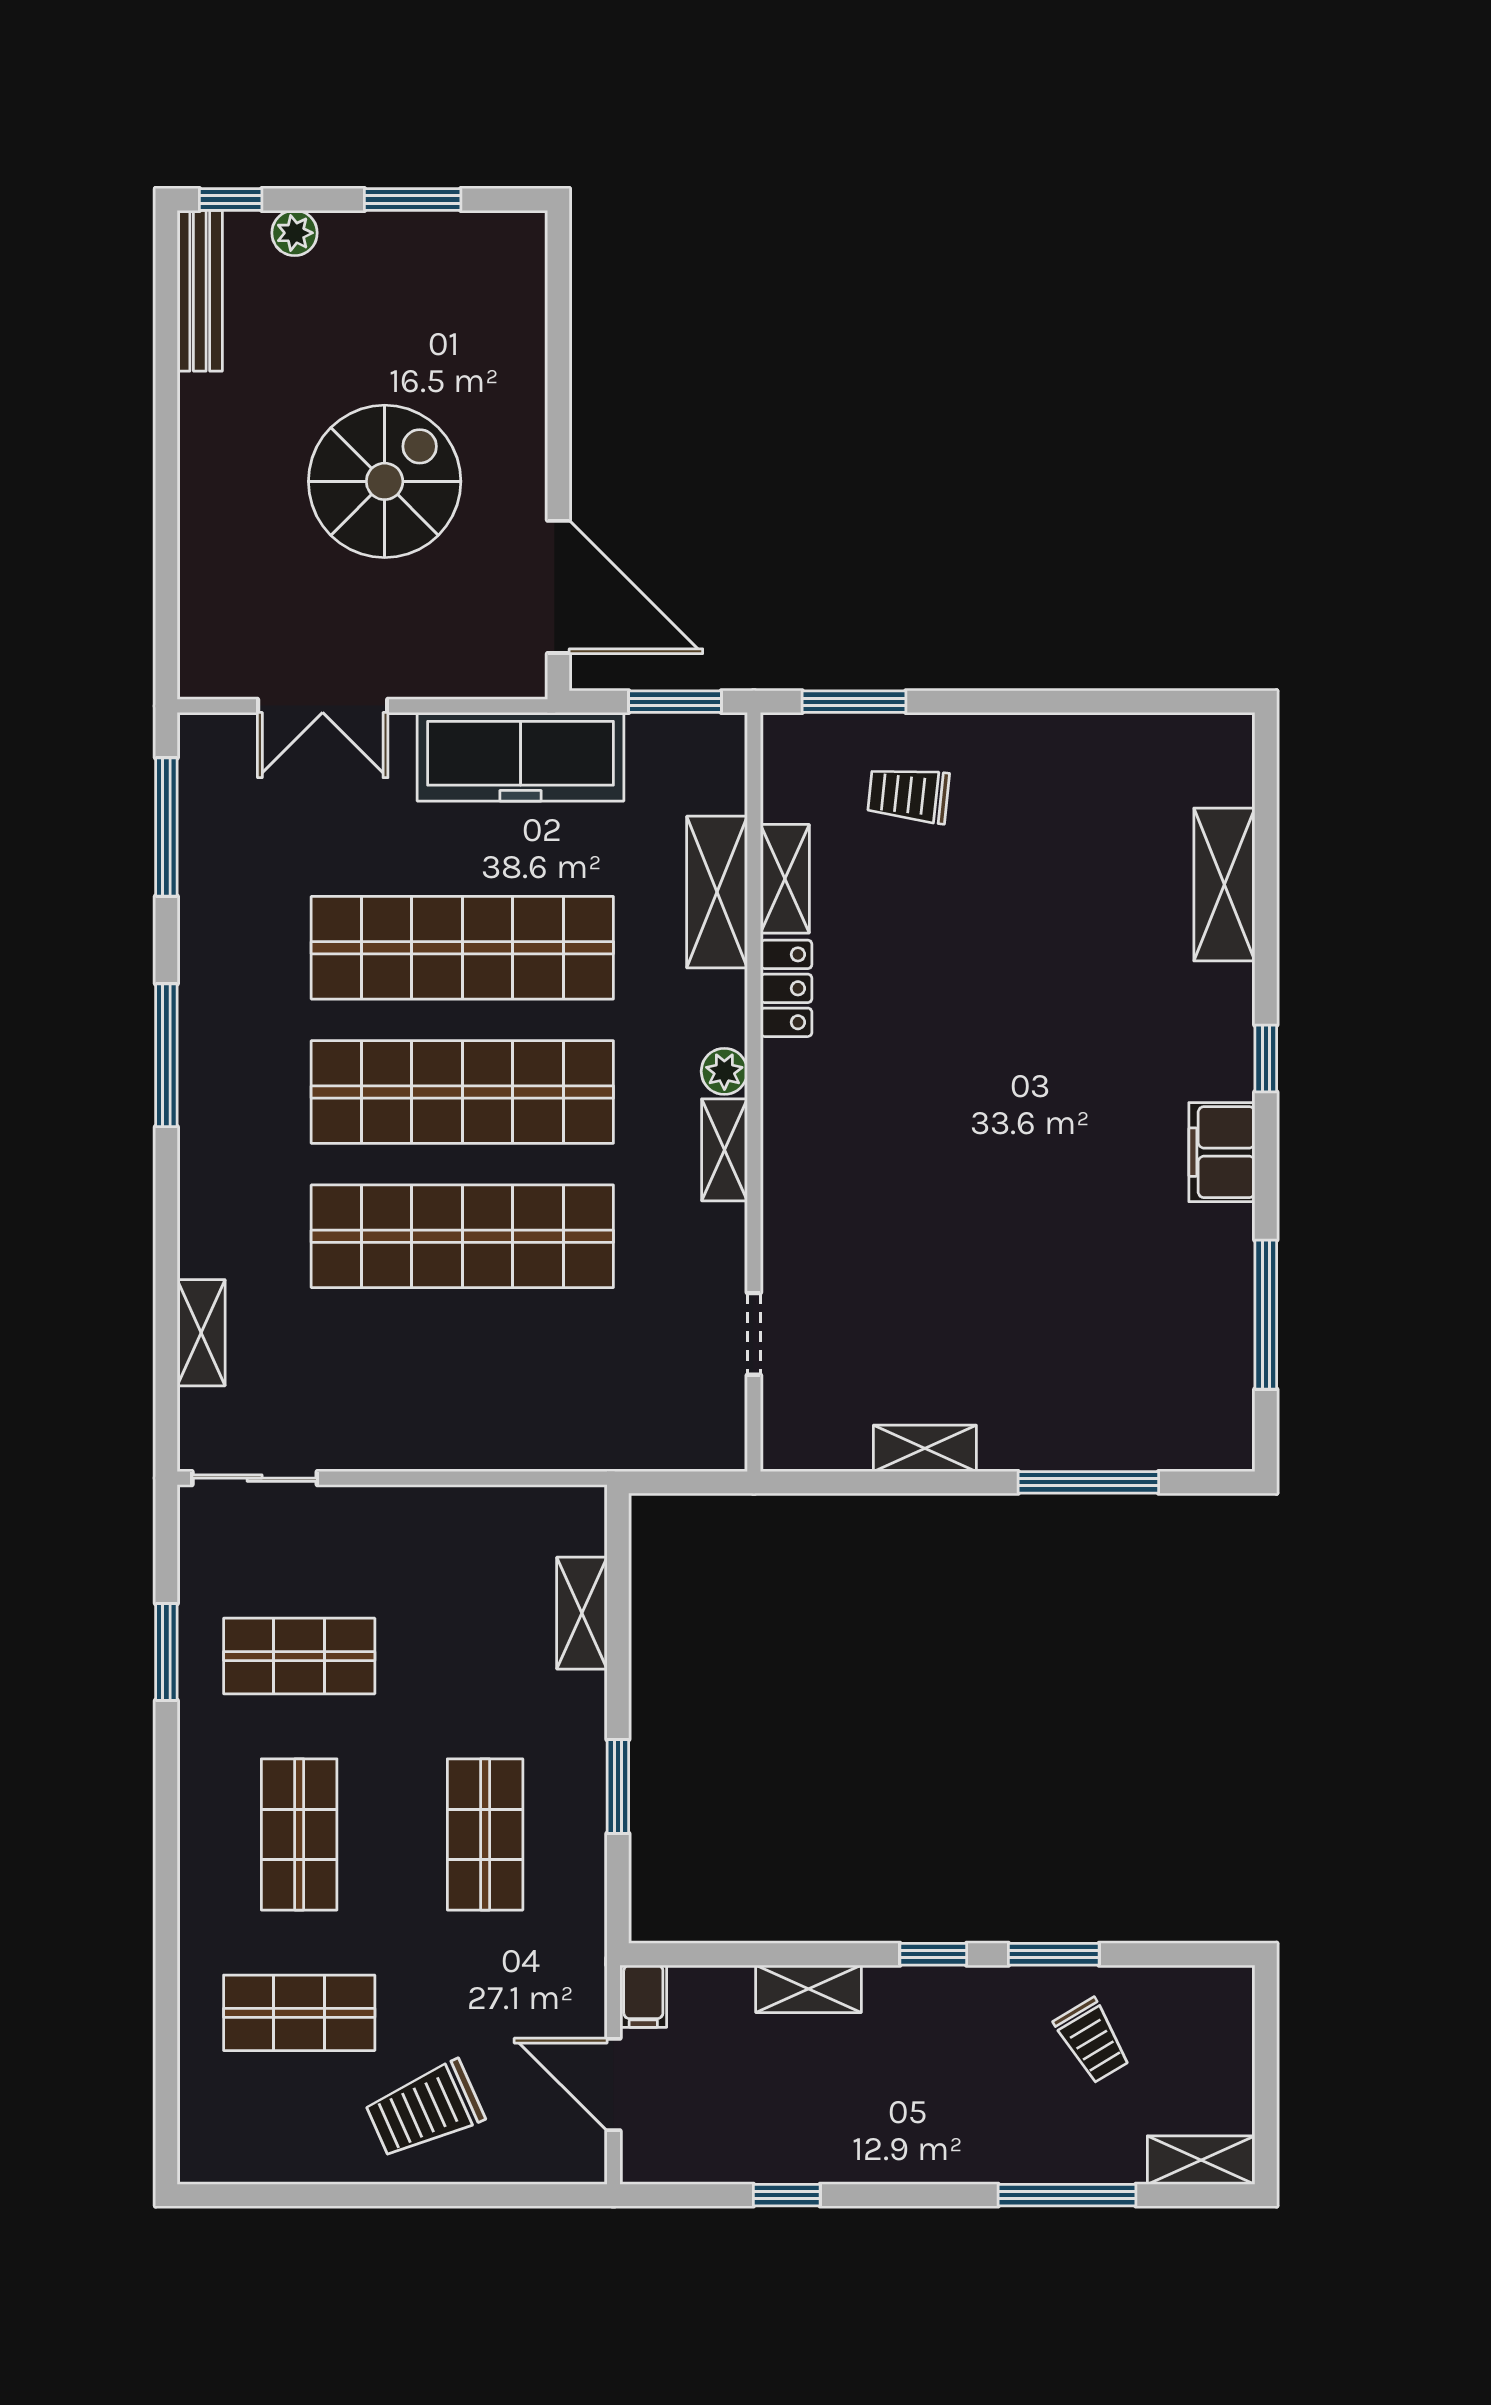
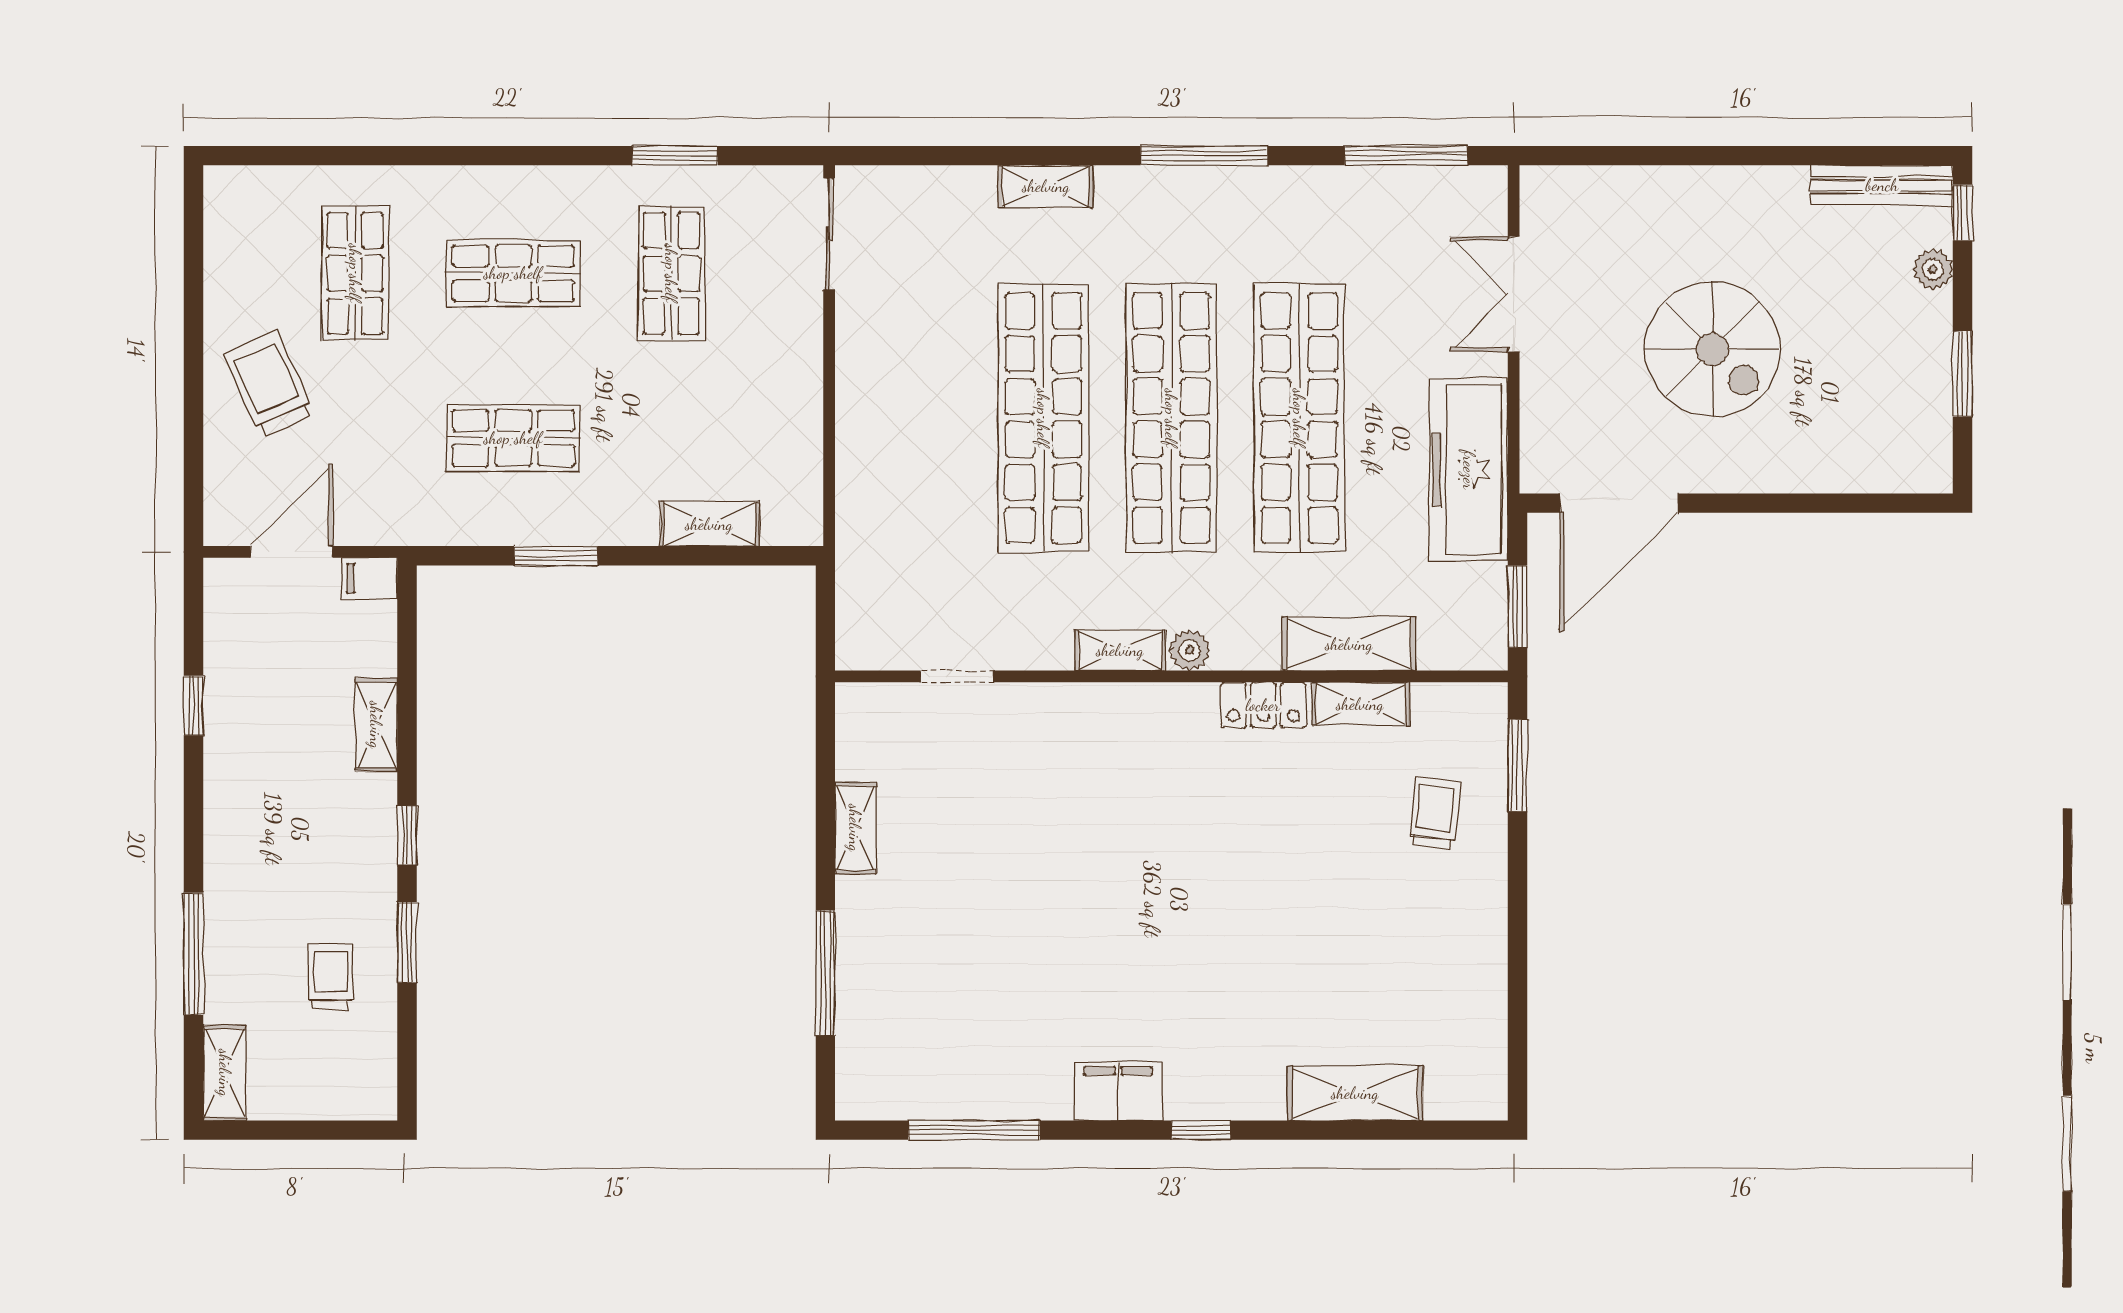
shelving: (201, 1333) -> (1046, 186), moved
trolley: (1092, 2041) -> (330, 976), turned 121

